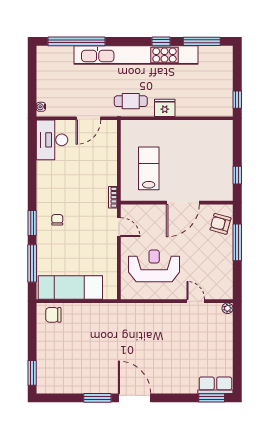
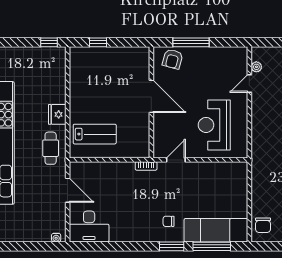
lab bench: (149, 168) -> (95, 134), moved, turned 180
window: (237, 175) -> (98, 42), moved
exam couch: (70, 287) -> (216, 230), moved, turned 90
plant: (228, 308) -> (256, 67), moved

